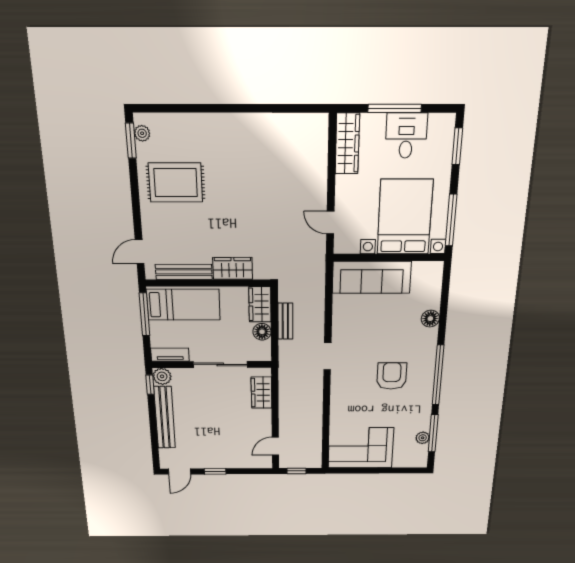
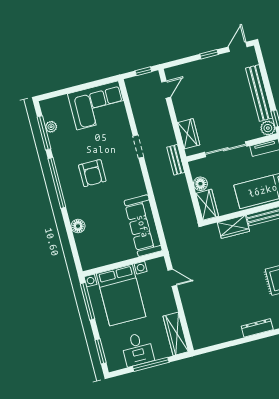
dresser: (232, 122) -> (257, 328), added
sofa: (372, 277) -> (143, 226), moved, turned -90
bench: (285, 321) -> (176, 160), moved
doorway: (327, 356) -> (138, 146), moved

